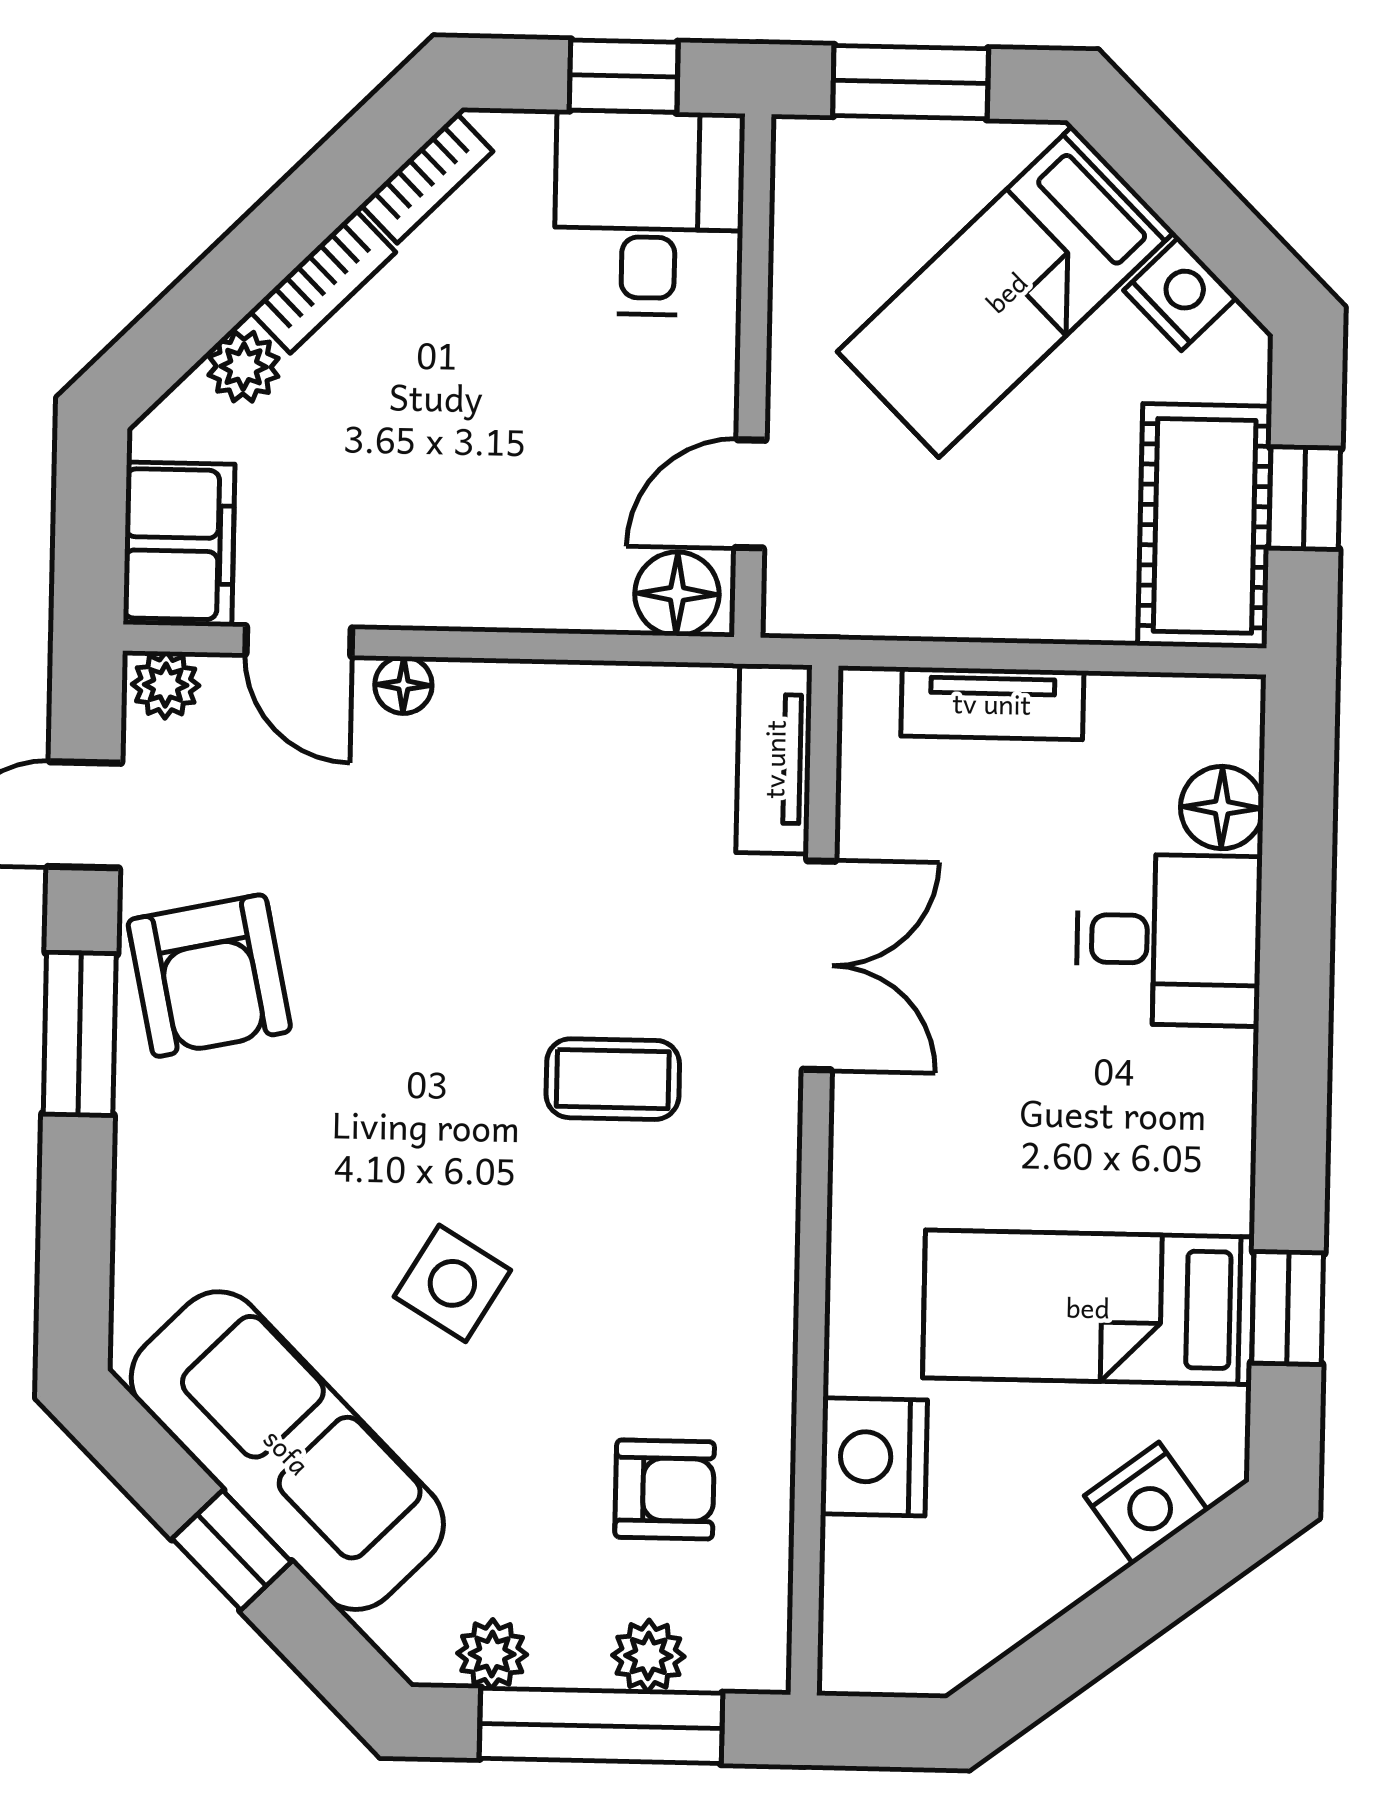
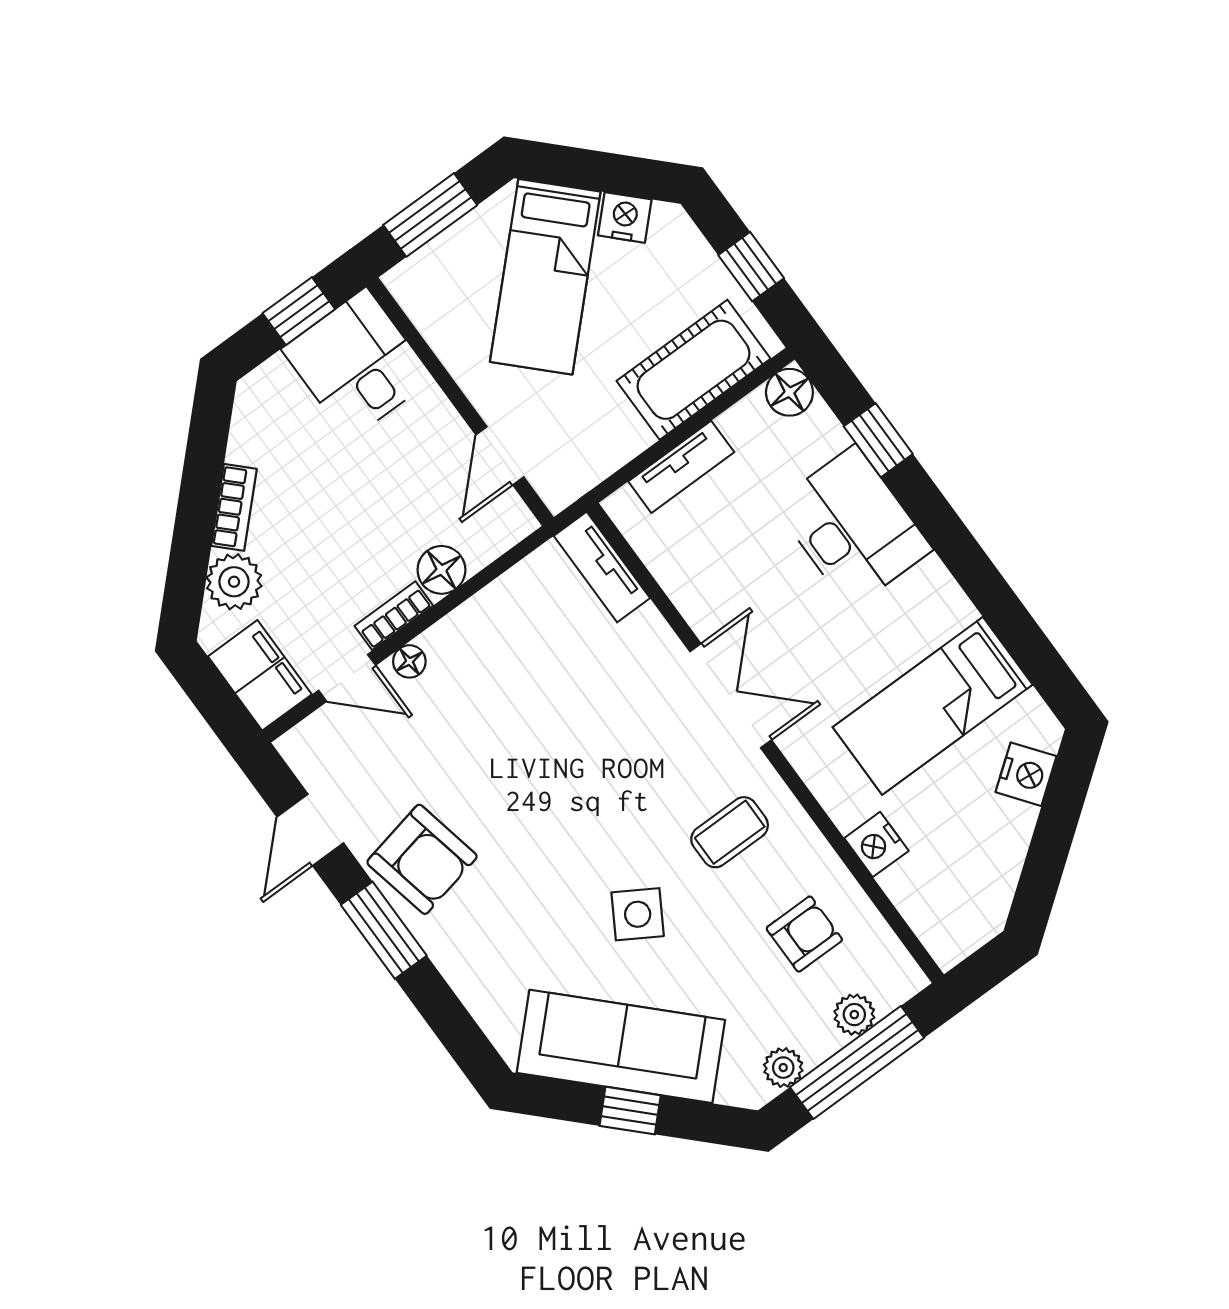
bookcase: (427, 178) -> (394, 616), moved, turned -135
plant: (244, 367) -> (234, 582), width x1.38, depth x1.38
cot: (1205, 526) -> (694, 370), moved, turned 90
floor lamp: (677, 594) -> (441, 570), moved
plant: (166, 685) -> (302, 743), removed
floor lamp: (1222, 808) -> (789, 392), moved
desk: (1169, 940) -> (853, 527), width x1.37
double door: (819, 965) -> (731, 696), moved
coffee table: (613, 1079) -> (730, 832), moved
window: (1288, 1308) -> (878, 440), moved
nightstand: (874, 1457) -> (876, 844), width x0.74, depth x0.75

